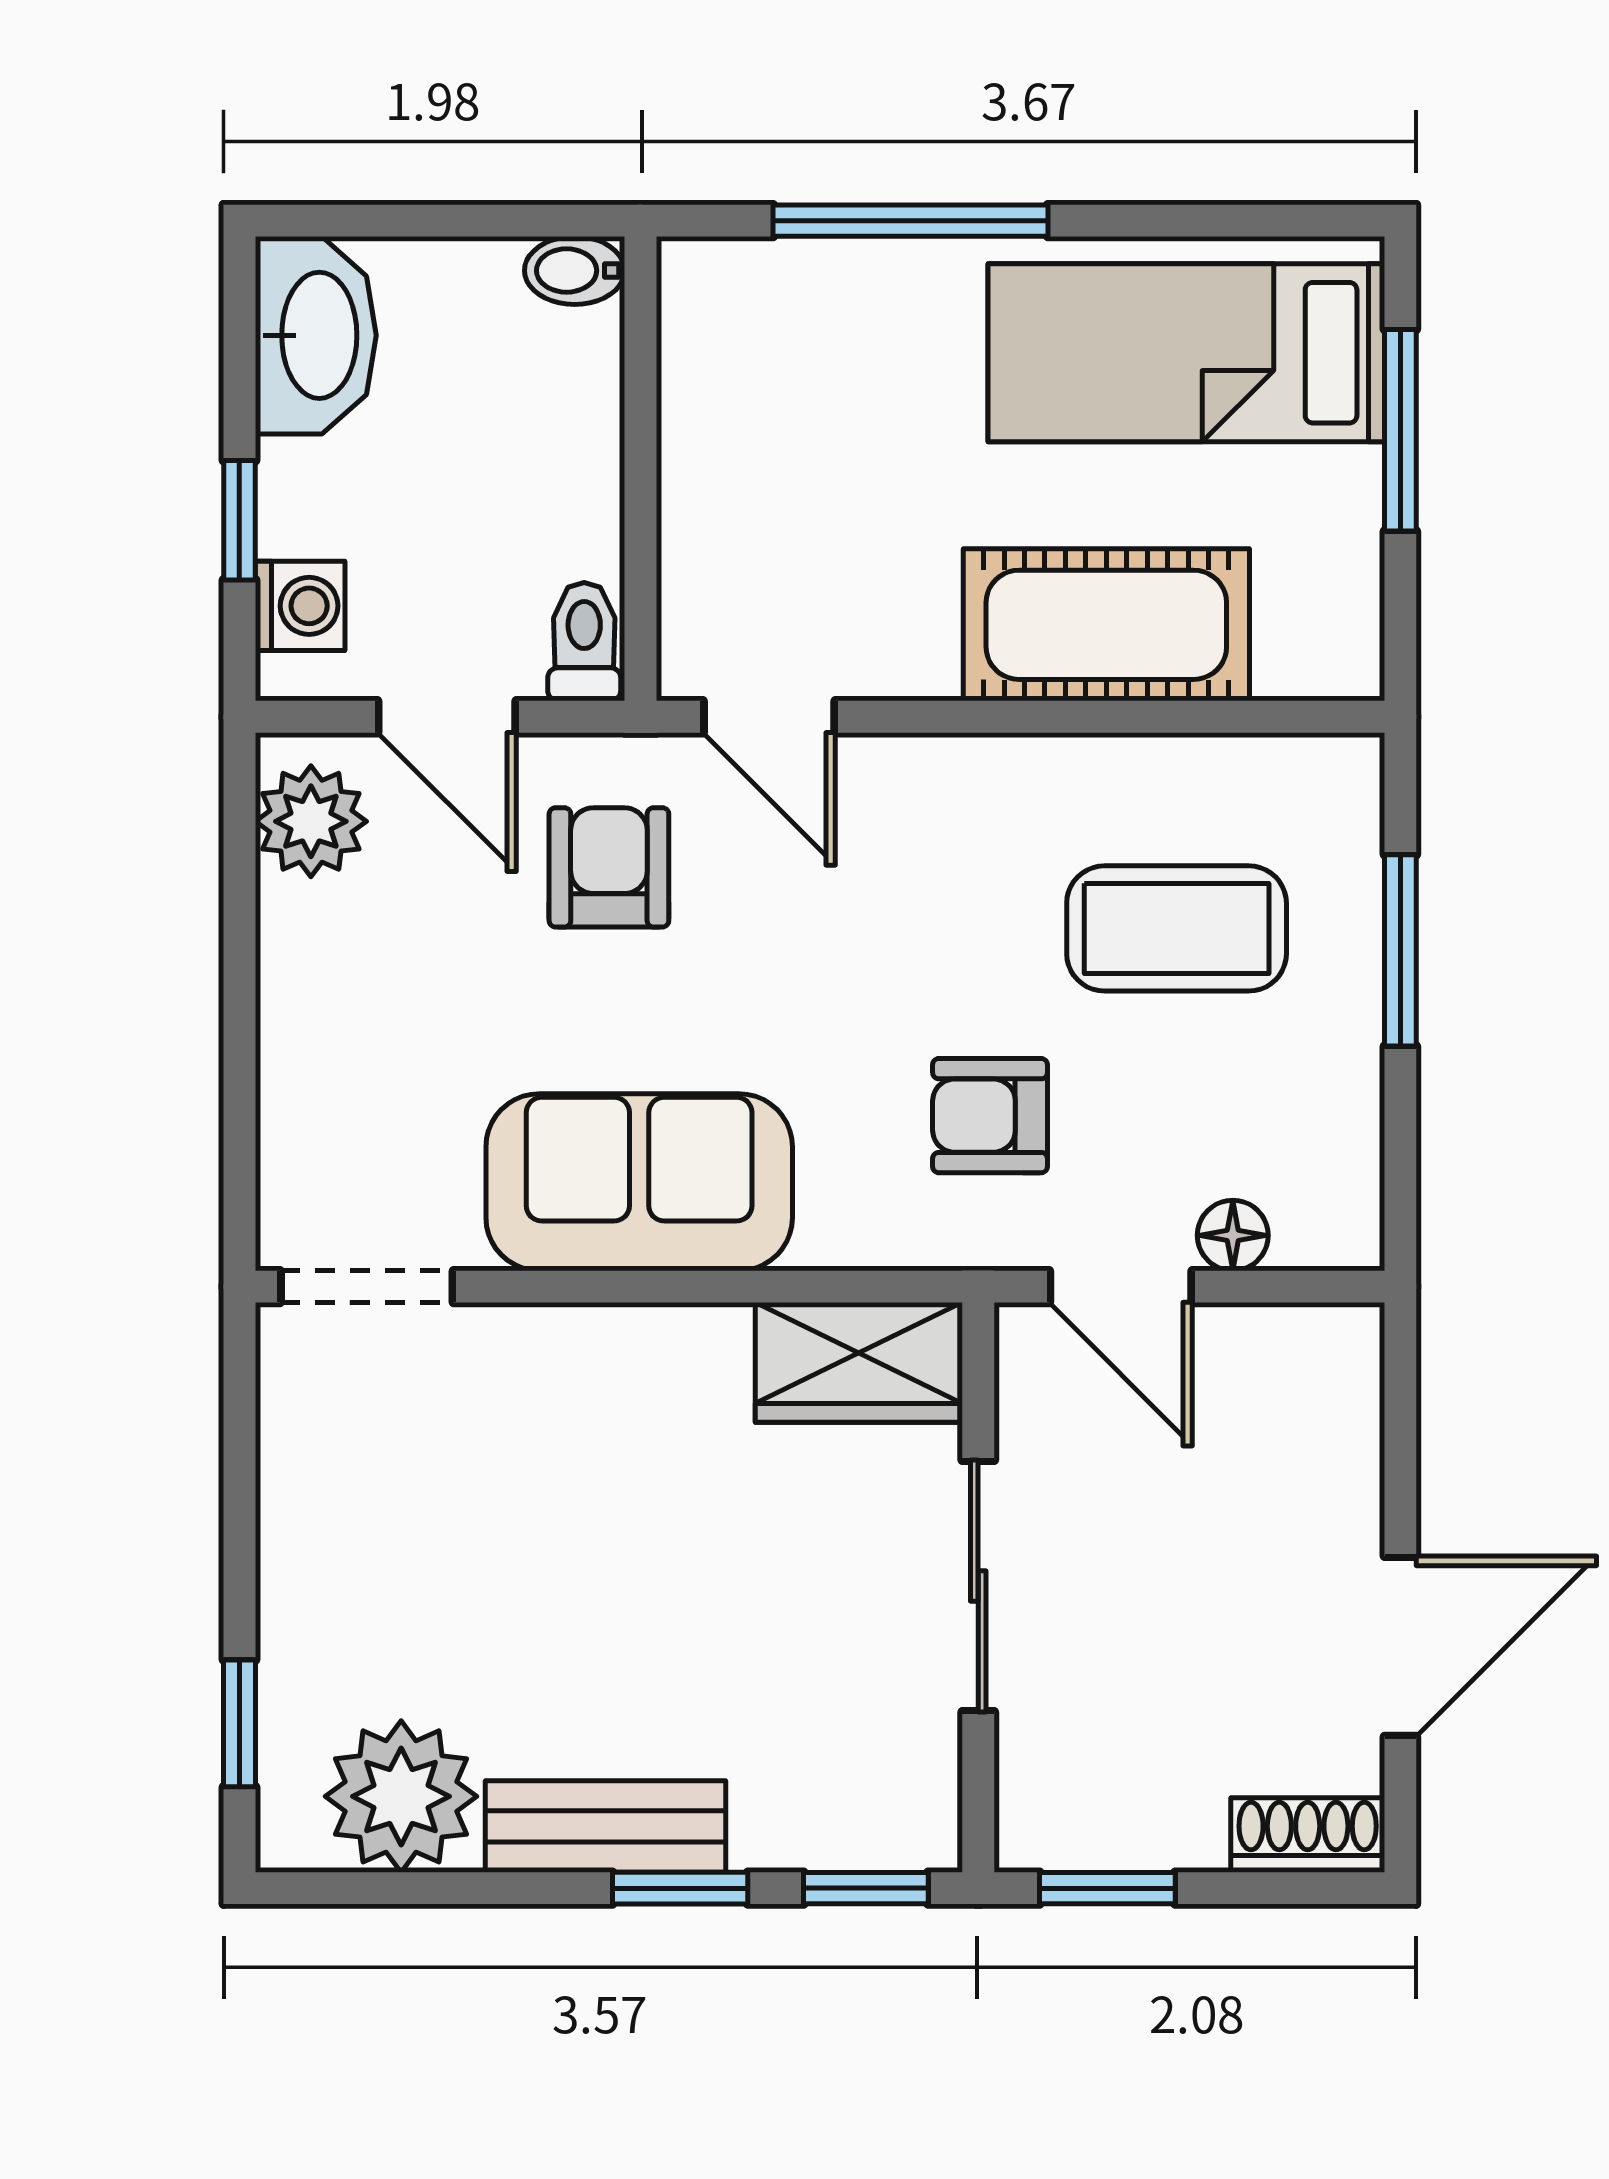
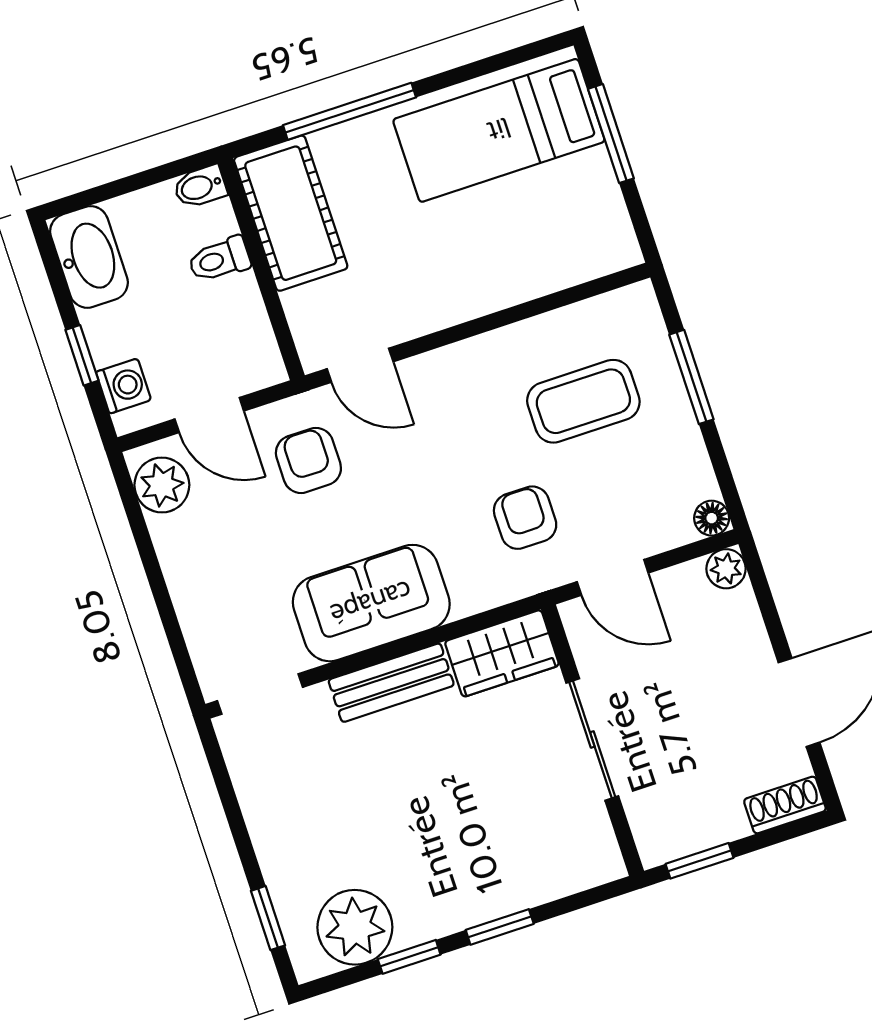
cot: (1106, 625) -> (291, 213), moved, turned 90
toilet: (584, 642) -> (219, 259), moved, turned -90
armchair: (990, 1116) -> (525, 518), turned 90
floor lamp: (1233, 1235) -> (712, 518), moved
plant: (1345, 1342) -> (726, 569), added
bench: (606, 1826) -> (391, 683), moved
window: (866, 1888) -> (409, 957), moved

